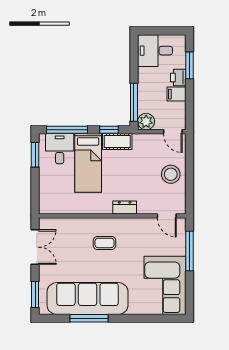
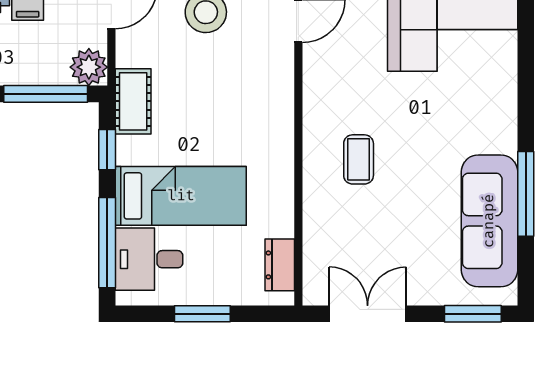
cot: (117, 141) -> (133, 101), moved
window: (35, 155) -> (202, 314), moved
dresser: (125, 208) -> (280, 265), moved
sofa: (88, 299) -> (489, 221), width x0.74, depth x0.79

